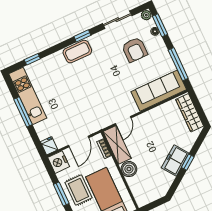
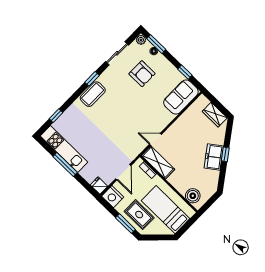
window: (178, 64) -> (185, 72), width x0.46
sofa: (159, 91) -> (181, 97), width x0.73
wardrobe: (190, 113) -> (215, 115), width x0.67
door: (123, 121) -> (155, 139), swing flipped
boiler: (129, 169) -> (193, 196), moved

